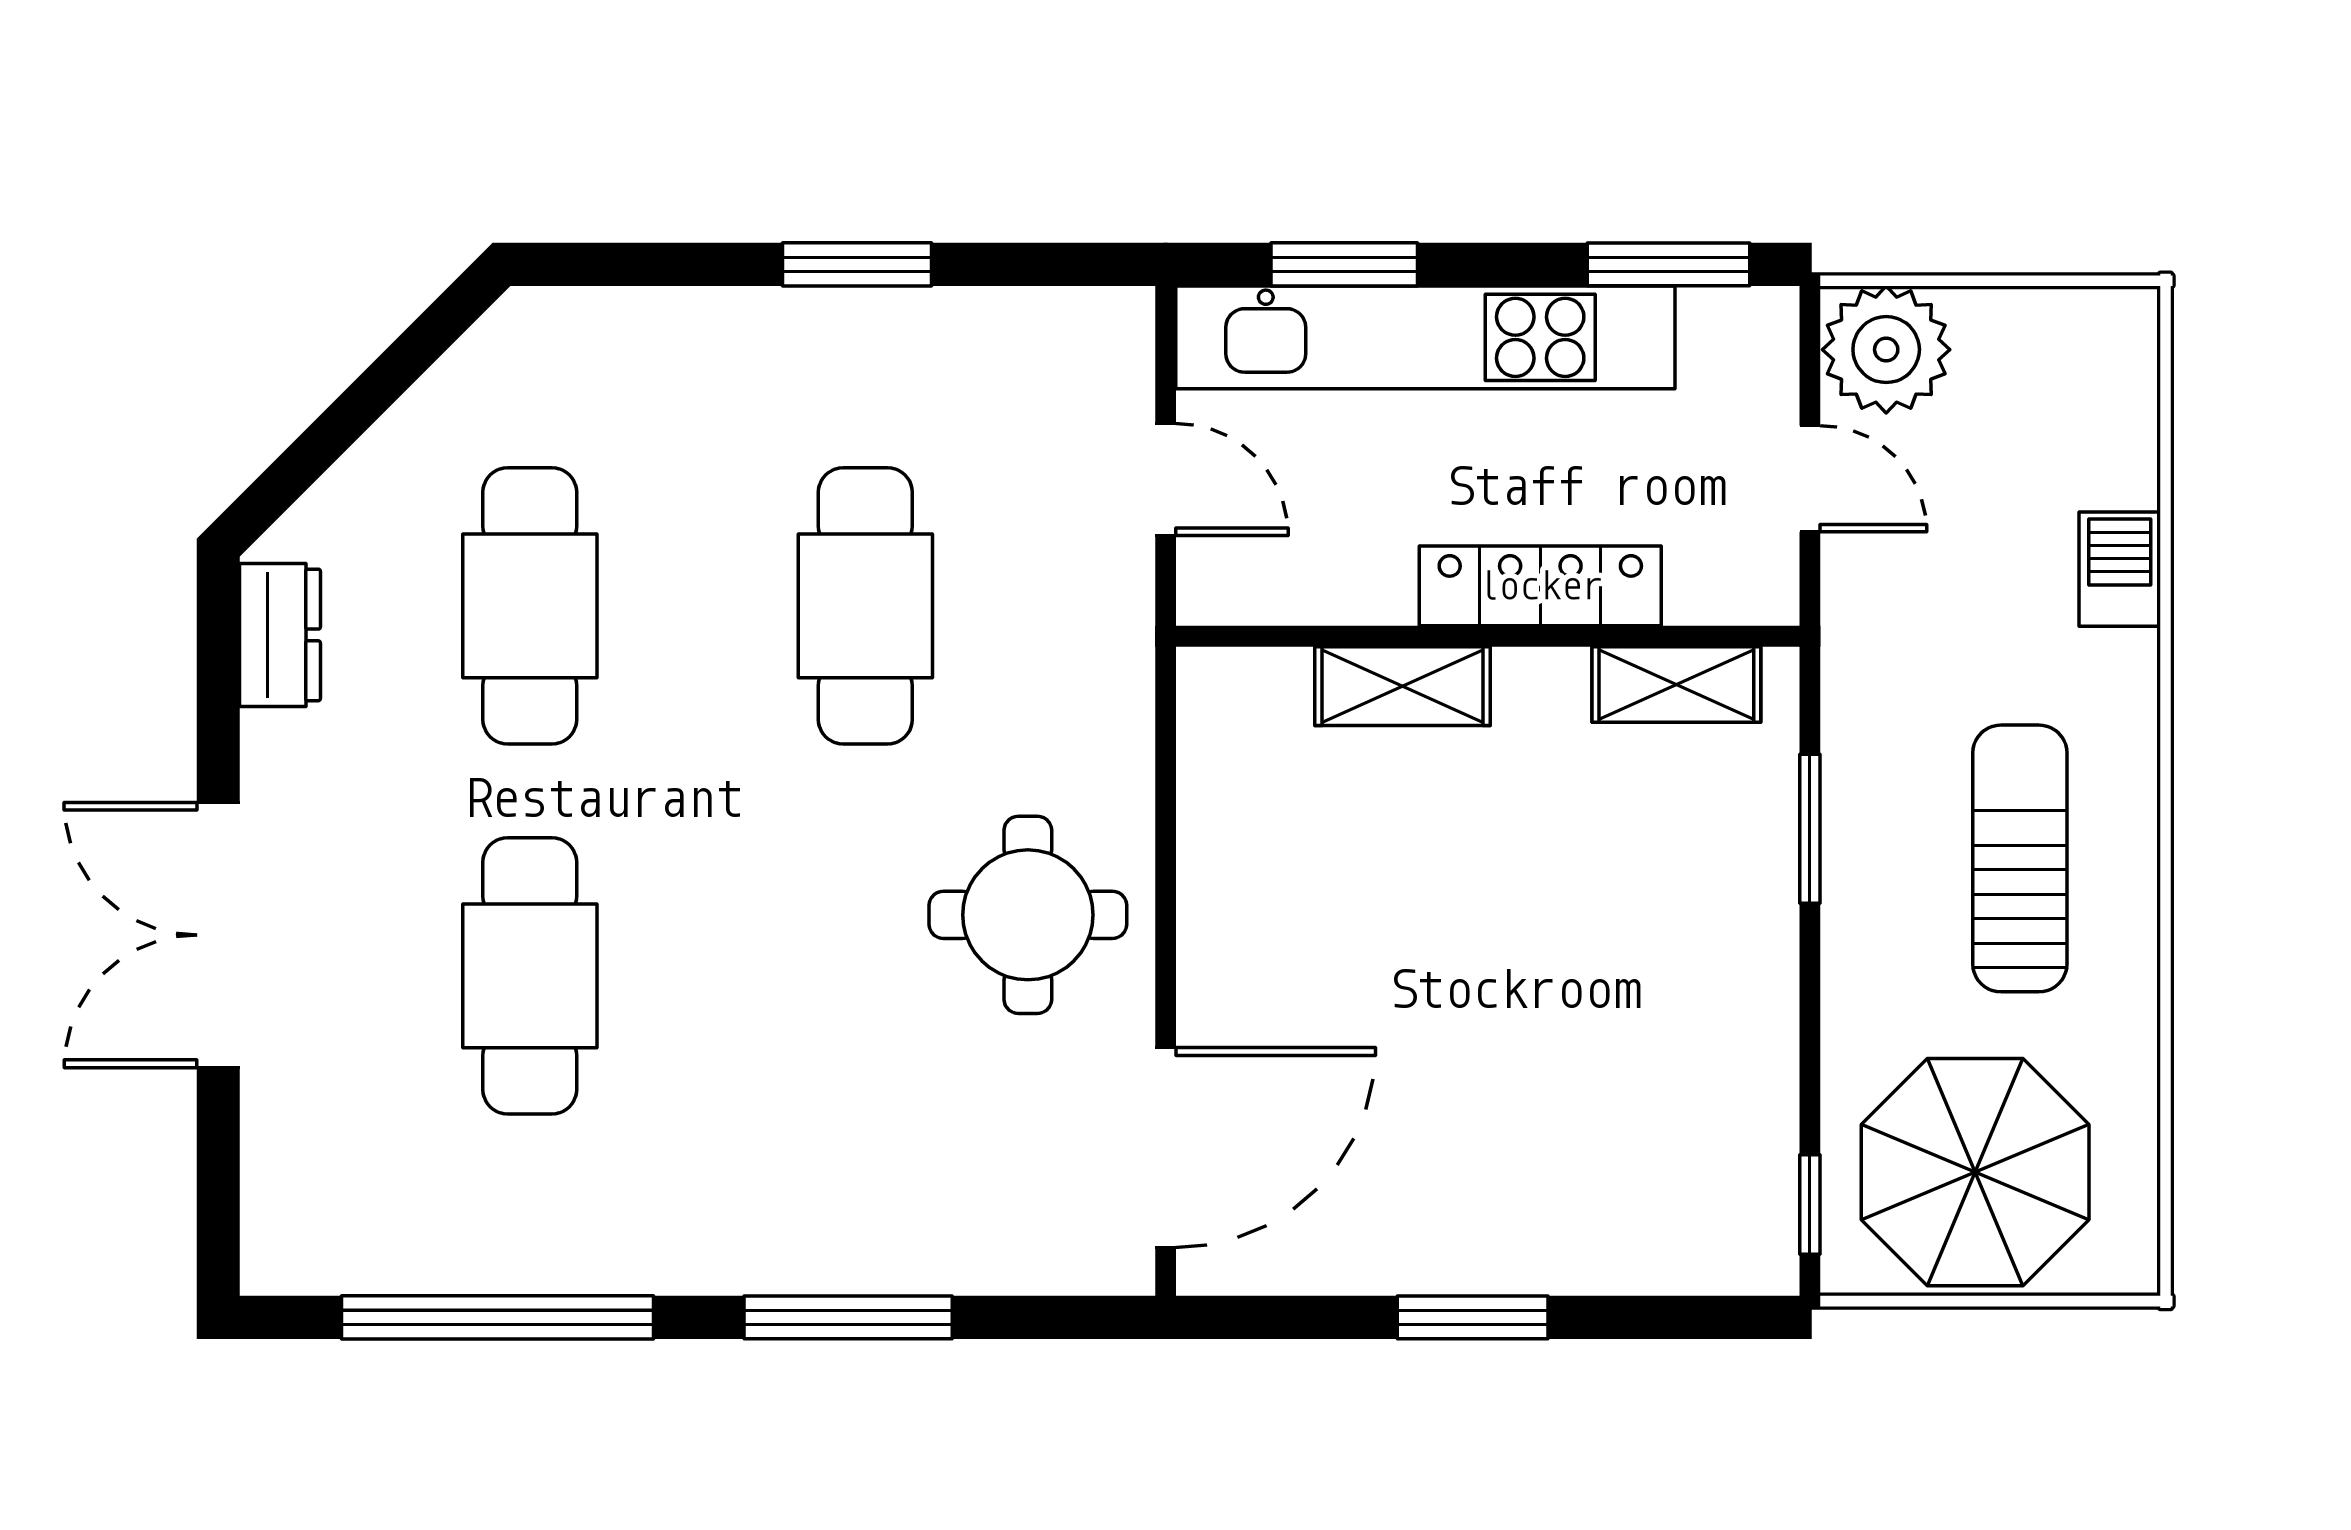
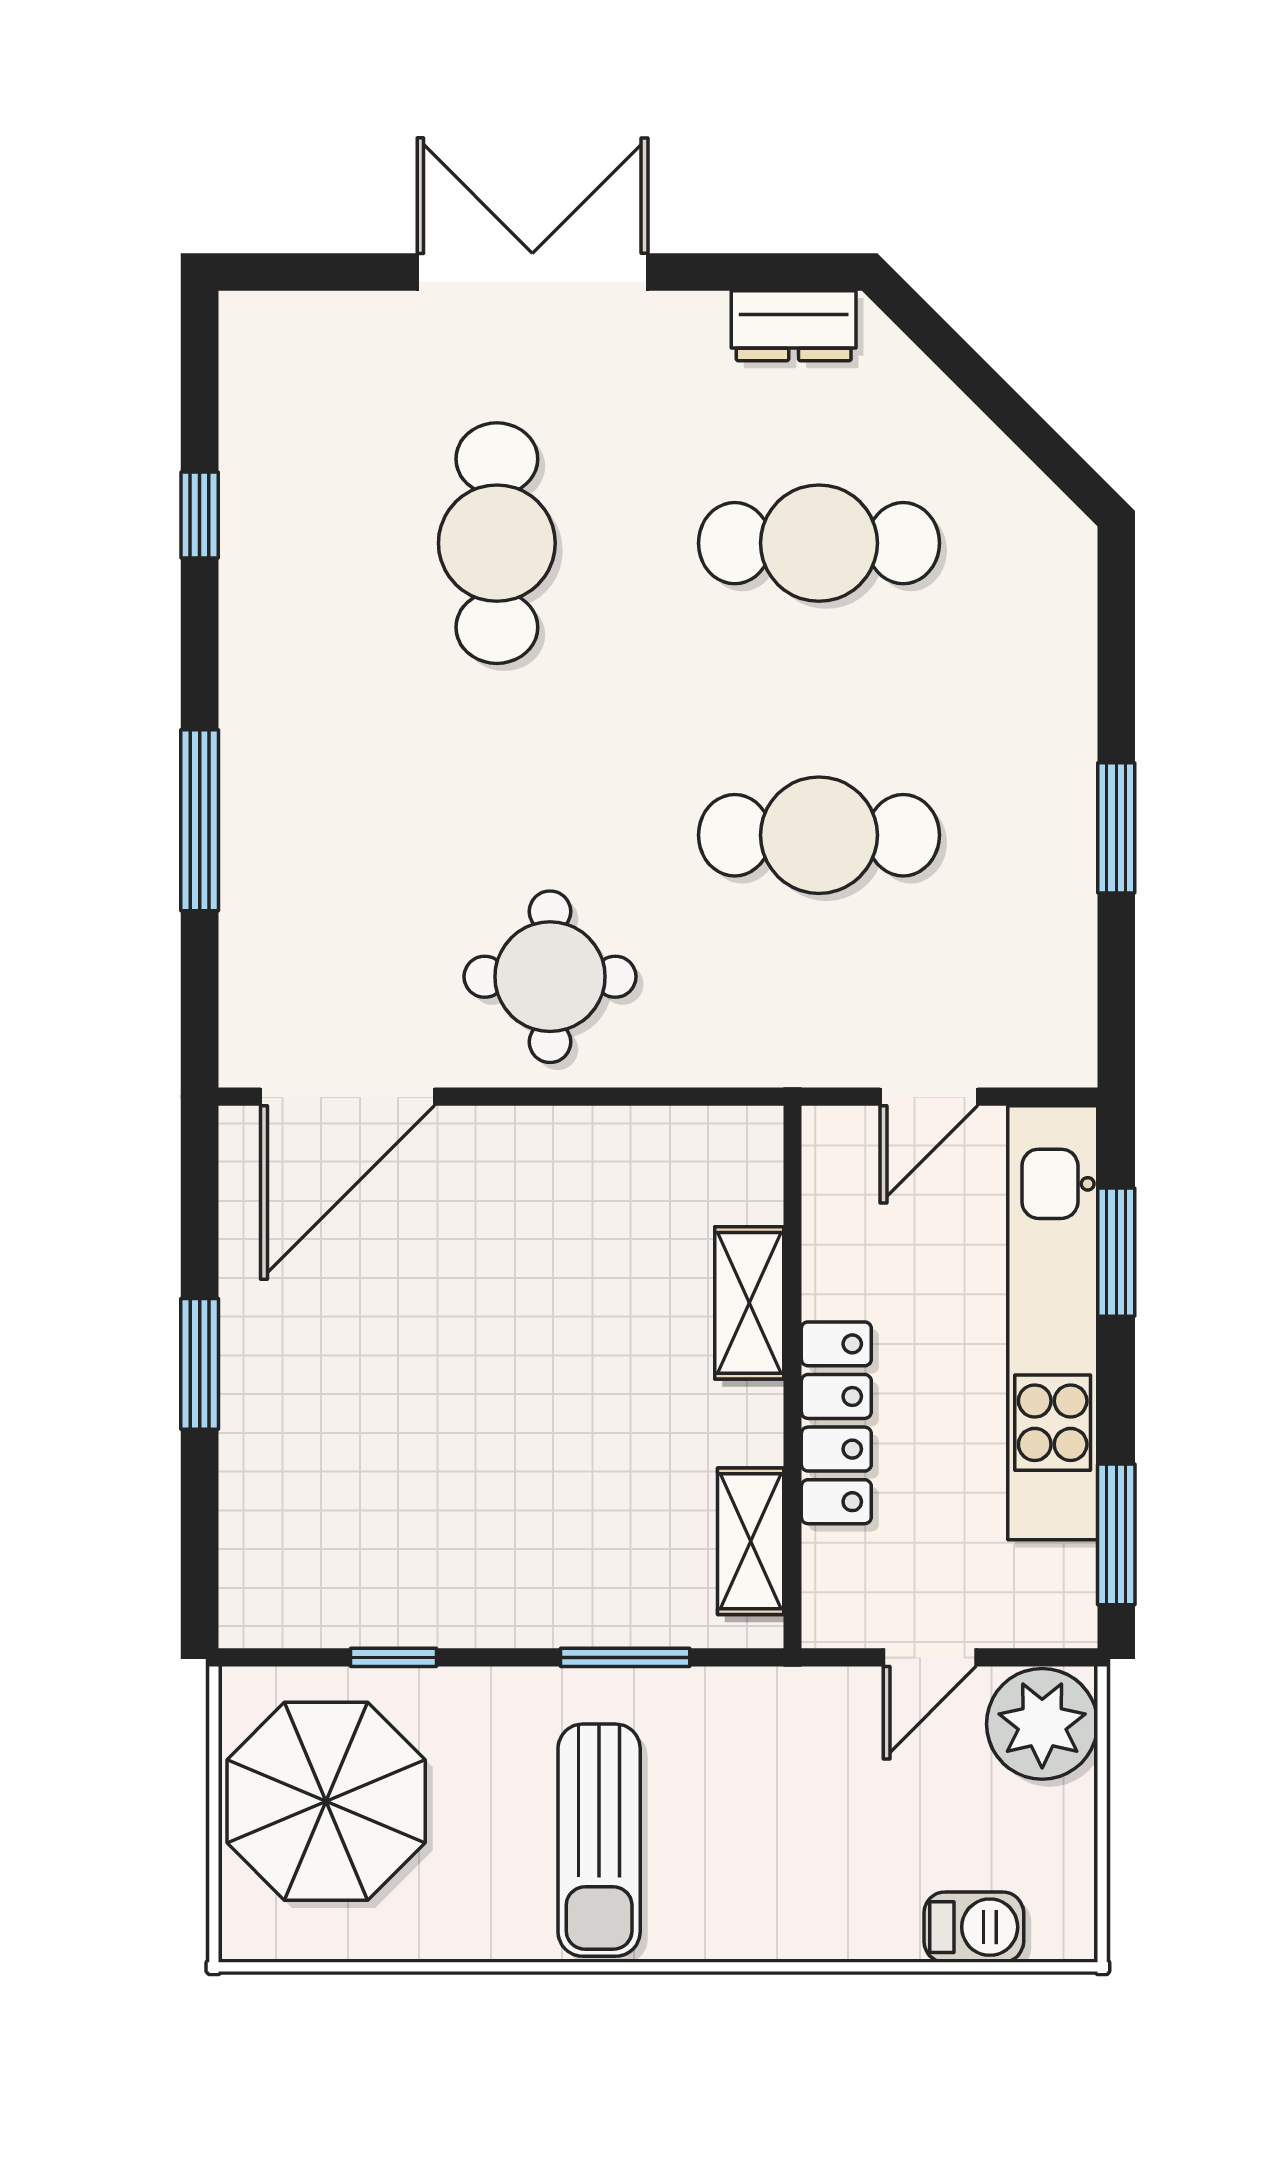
barbecue: (2120, 569) -> (974, 1927), moved
sun lounger: (2020, 858) -> (599, 1840), turned 90
cafe table: (530, 976) -> (497, 543), turned 90
door: (1166, 1147) -> (348, 1097), hinge flipped
window: (1810, 1204) -> (394, 1657), moved
window: (497, 1317) -> (200, 515), width x0.32

